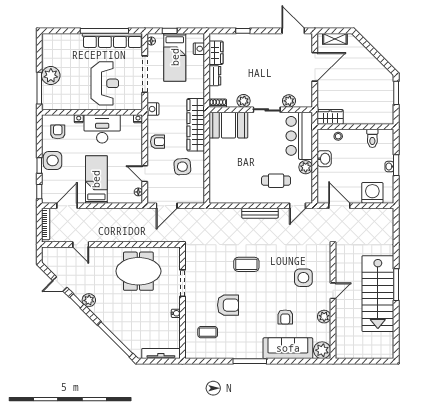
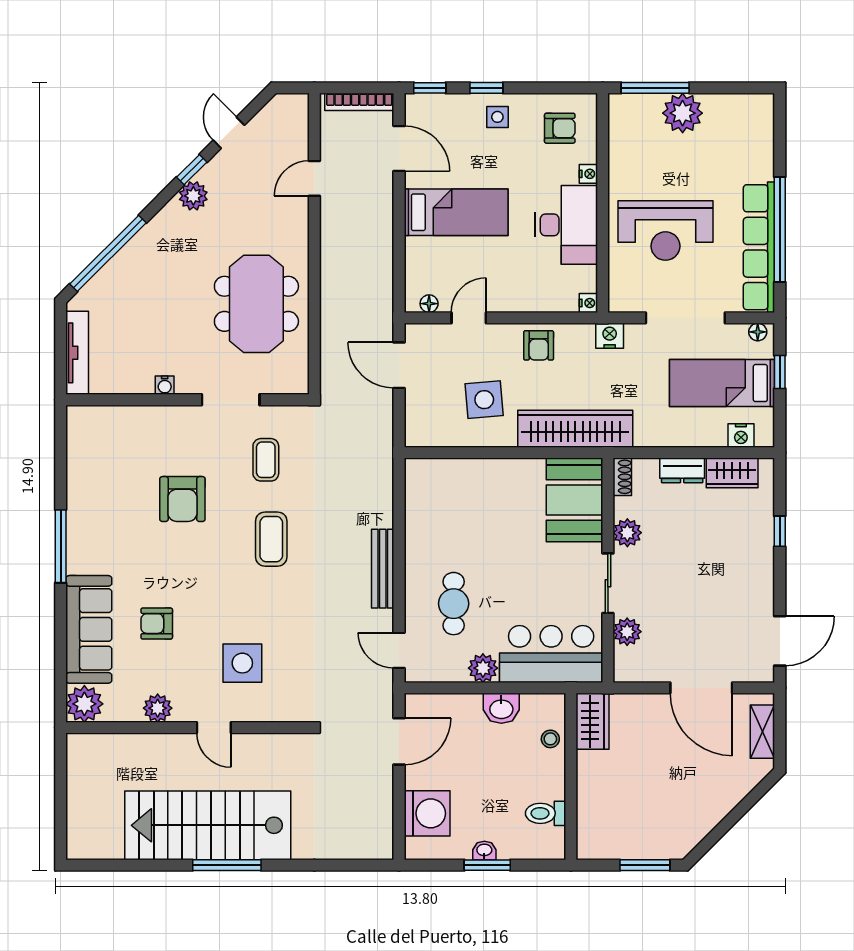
side table: (53, 161) -> (497, 117), width x0.54, depth x0.54
coffee table: (208, 332) -> (266, 460), moved

